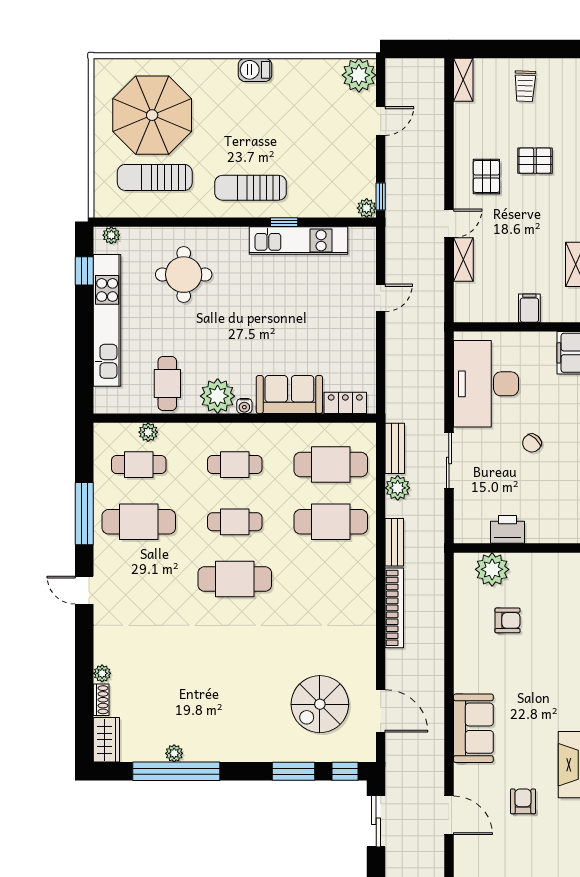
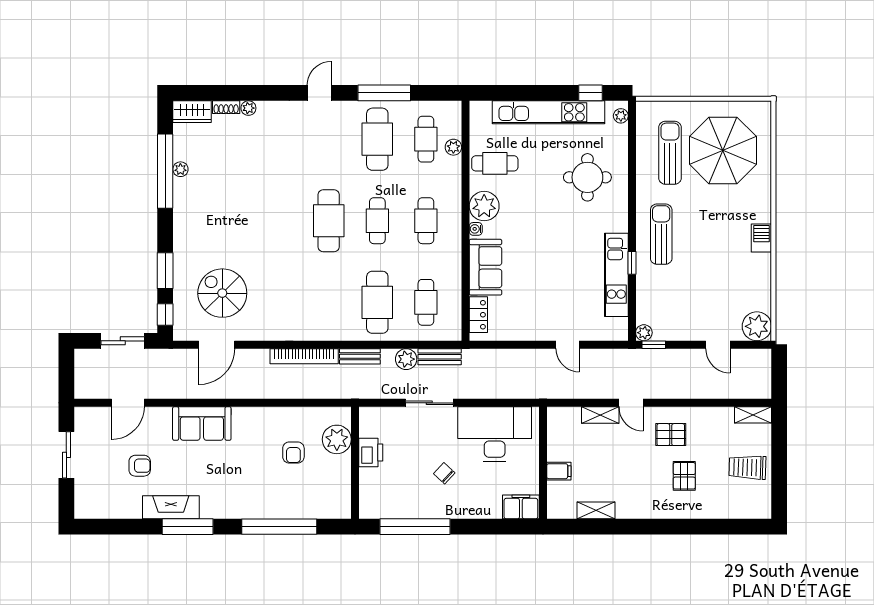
trolley: (525, 86) -> (747, 467), width x1.36, depth x1.39
cafe table: (331, 465) -> (426, 302), width x0.73, depth x0.74

